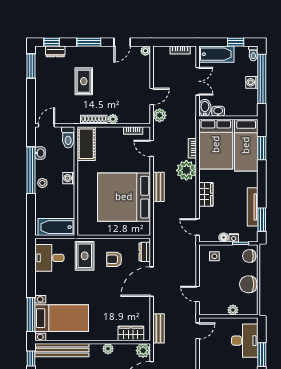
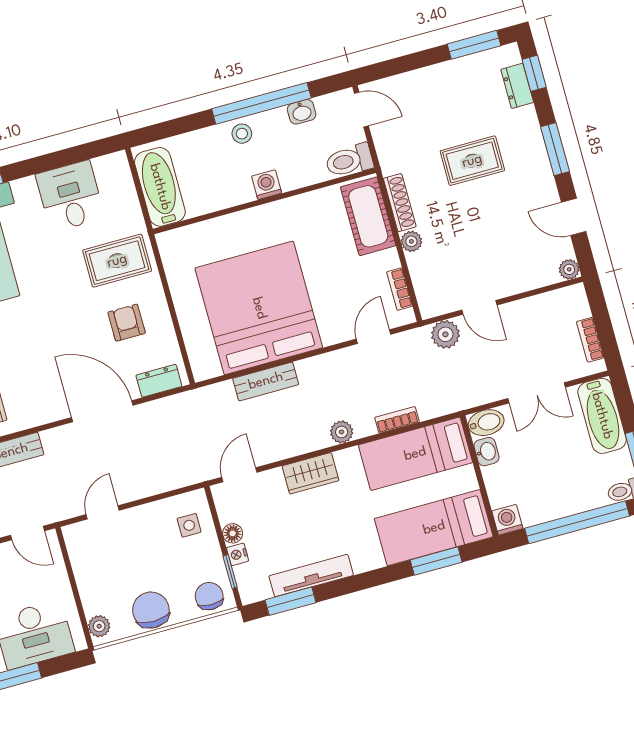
washing machine: (252, 82) -> (507, 520), moved
cot: (86, 144) -> (368, 216), moved, turned 90
bed: (216, 144) -> (415, 454), width x0.67
plant: (186, 170) -> (342, 432), width x0.53, depth x0.53
bench: (158, 187) -> (266, 381), moved
desk: (49, 258) -> (70, 196), moved
plant: (233, 310) -> (99, 626), moved

